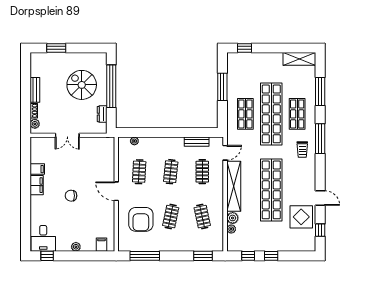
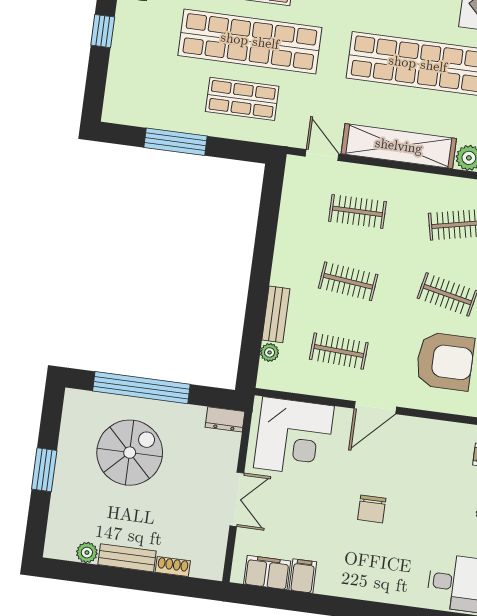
window: (56, 48) -> (44, 470), moved
window: (244, 48) -> (103, 31), moved
spiral stairs: (82, 85) -> (130, 453), turned 180
dresser: (102, 114) -> (225, 419), moved
plant: (35, 124) -> (87, 553), moved
bench: (197, 142) -> (276, 314), moved
corner desk: (98, 157) -> (294, 437), added
filing cabinet: (37, 185) -> (267, 573), moved

